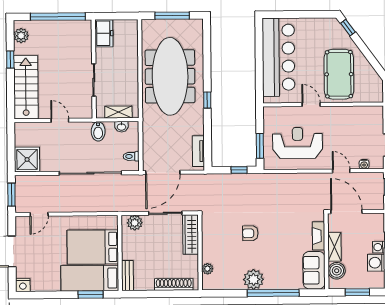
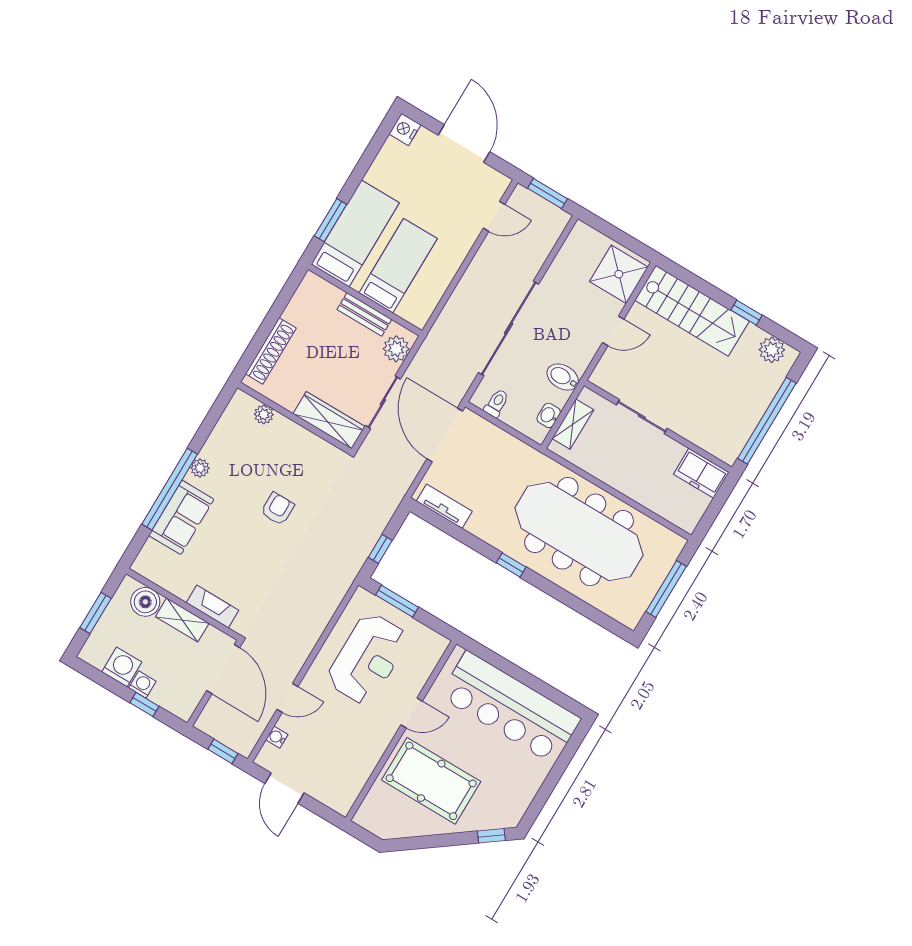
shower: (27, 159) -> (619, 274), moved
door: (346, 212) -> (223, 669), hinge flipped
door: (39, 214) -> (494, 216), swing flipped
bed: (93, 247) -> (398, 266), width x0.67
sofa: (314, 270) -> (181, 517), moved, turned 90
bench: (127, 276) -> (364, 314), moved
plant: (253, 279) -> (200, 468), width x0.53, depth x0.53

